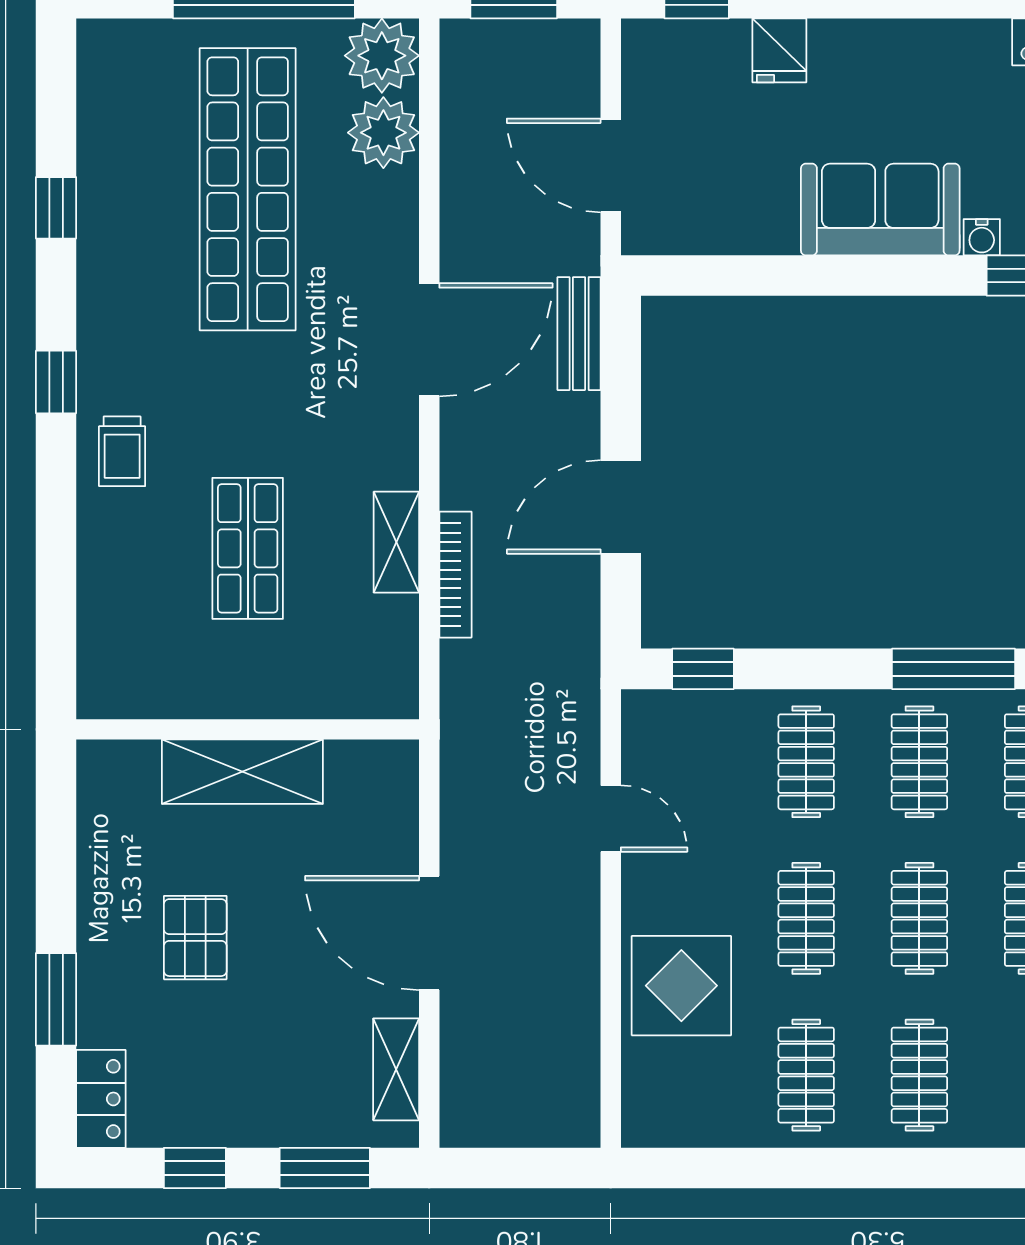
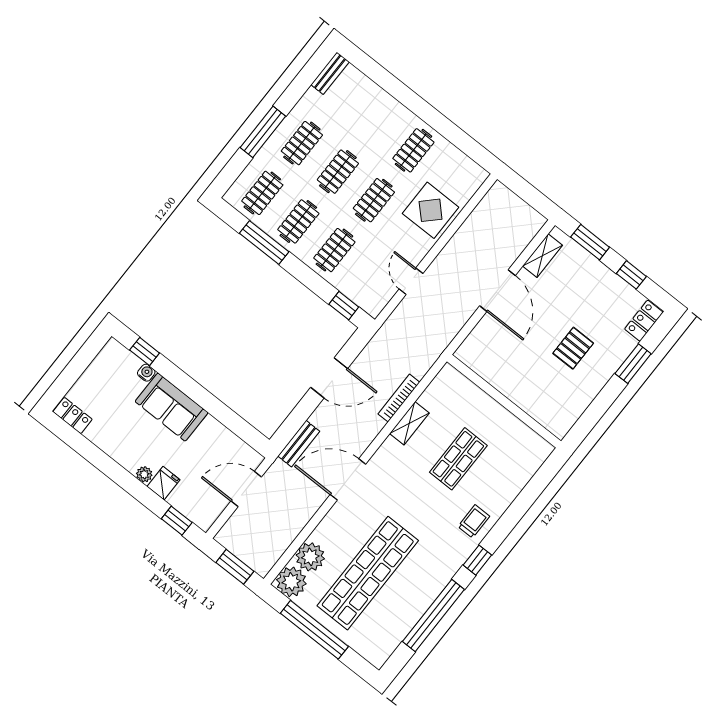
plant: (830, 38) -> (144, 474), added
door: (611, 165) -> (246, 489), swing flipped
window: (56, 208) -> (433, 616), width x3.17
shelving: (242, 772) -> (516, 389), removed
clothes rail: (919, 1075) -> (377, 122), removed

